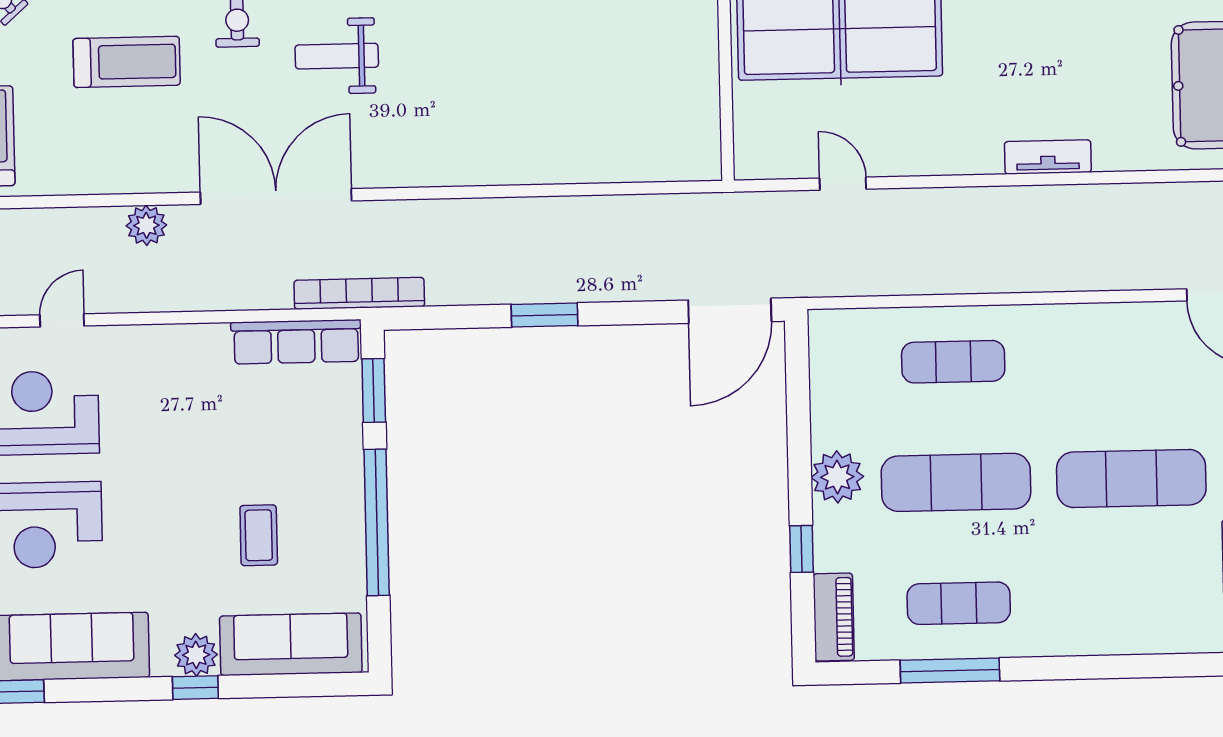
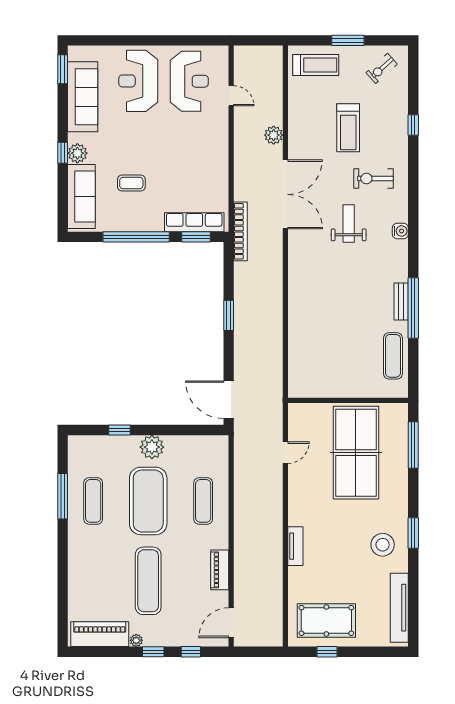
row of seats: (296, 342) -> (194, 222), moved, turned 90
exercise mat: (956, 482) -> (148, 501), width x1.47
piano: (834, 617) -> (220, 570), moved, turned 90

